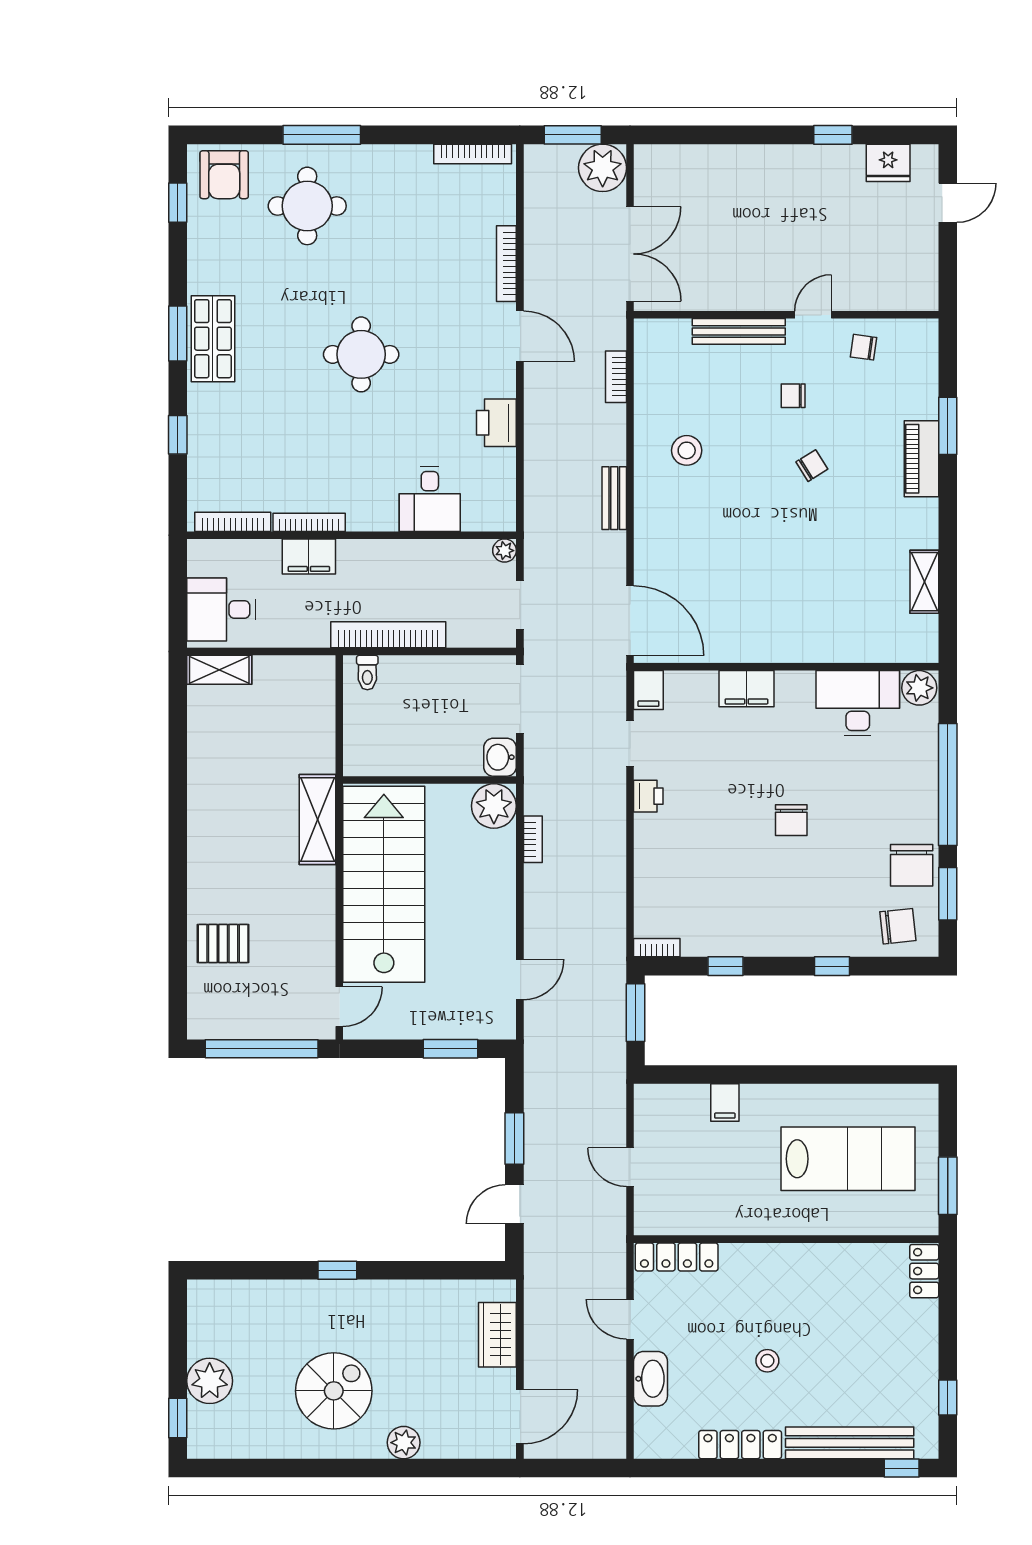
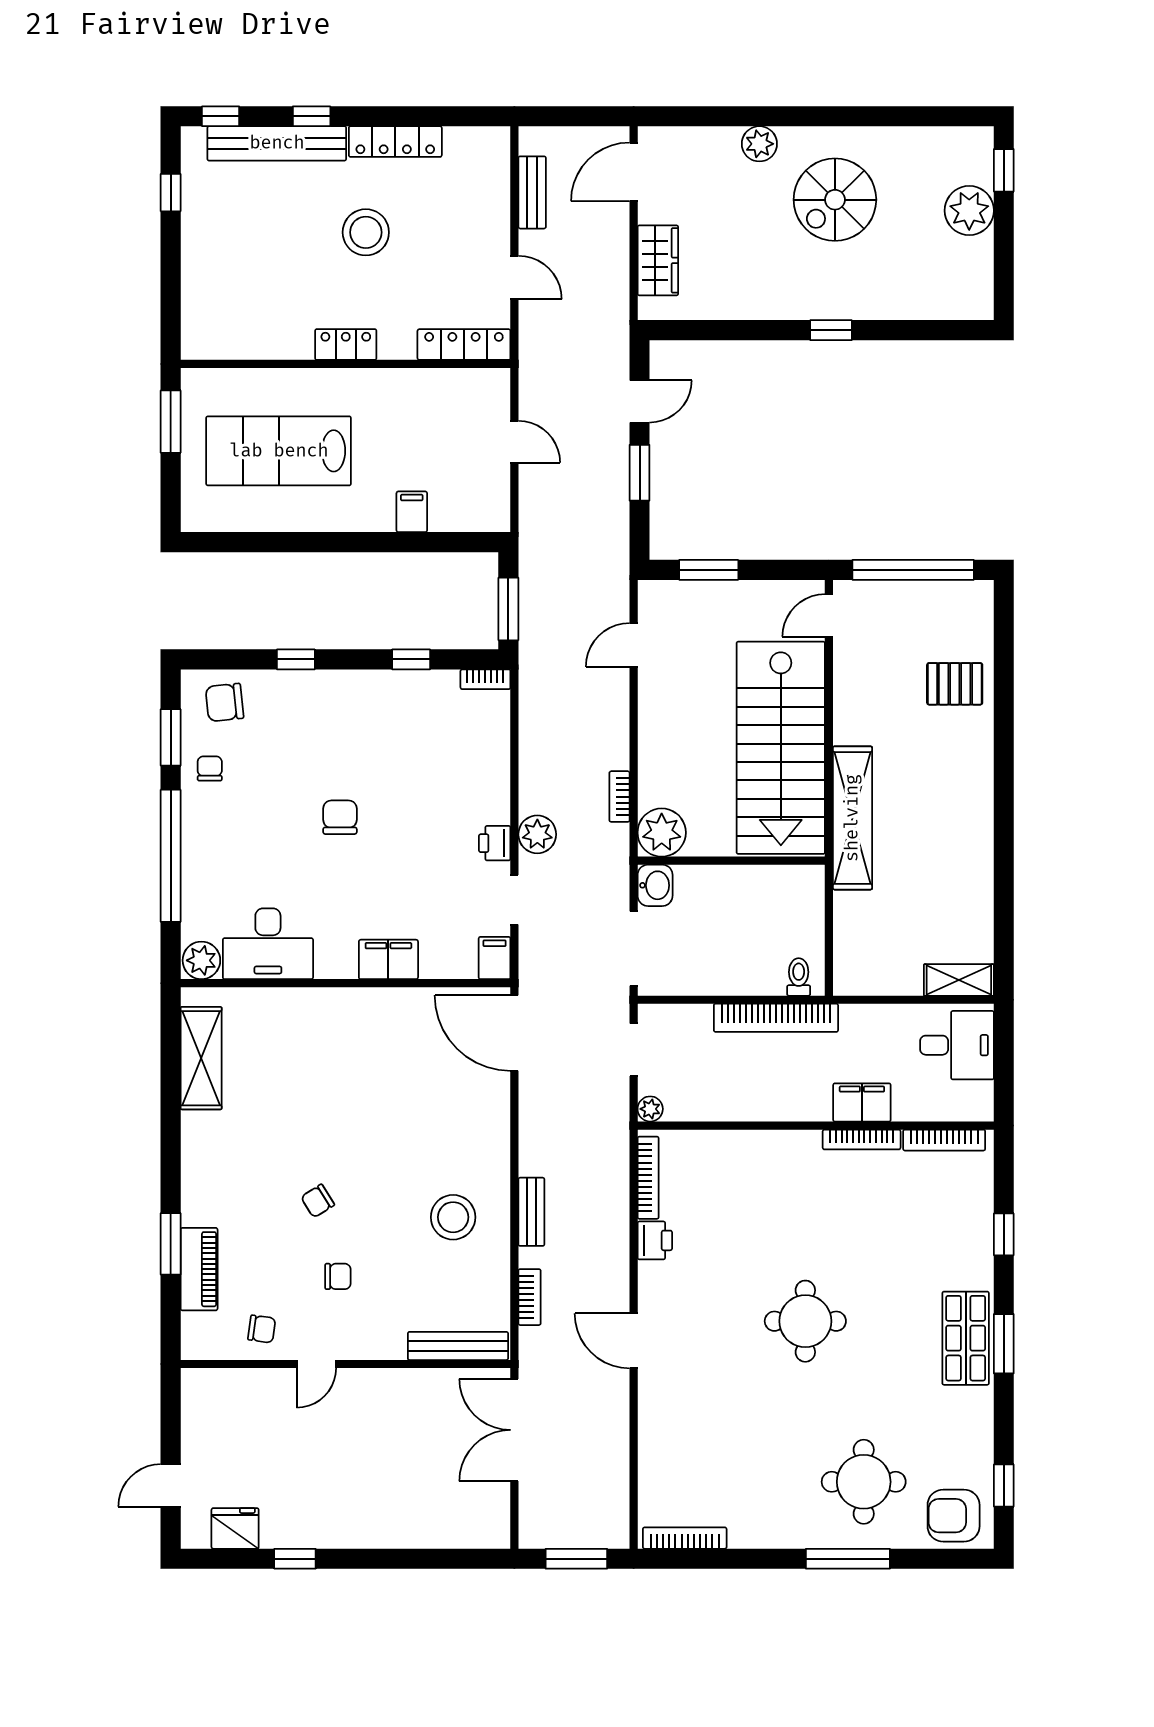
plant: (603, 168) -> (537, 834), moved, width x0.73, depth x0.73
armchair: (224, 175) -> (954, 1516), turned -90
bookcase: (506, 264) -> (648, 1178), moved
bench: (739, 331) -> (458, 1346), moved
printer: (496, 423) -> (655, 1240), width x0.73, depth x0.81
stool: (687, 450) -> (453, 1217), width x1.38, depth x1.38
piano: (921, 459) -> (199, 1269), moved
bench: (614, 498) -> (531, 1212), moved
desk: (430, 499) -> (731, 1165), removed
shelving: (924, 582) -> (201, 1058), width x1.50, depth x1.33
shelving: (318, 820) -> (852, 818), width x1.47
chair: (912, 865) -> (210, 768), width x0.54, depth x0.54
locker: (924, 1271) -> (346, 344), moved, turned -90
stool: (767, 1361) -> (366, 232), width x1.89, depth x1.89
washbasin: (650, 1379) -> (492, 213), removed
bench: (614, 1398) -> (532, 192), added
window: (817, 1468) -> (312, 116), added

